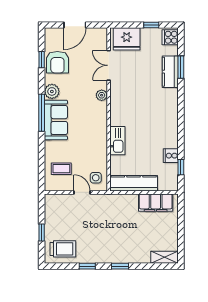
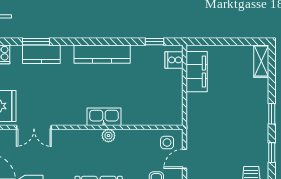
plant: (102, 95) -> (108, 136), moved
kitchen sink: (117, 141) -> (104, 117), moved
cooker: (171, 156) -> (174, 60), moved, turned 90
kitchen counter: (134, 183) -> (102, 54), moved, turned -90

